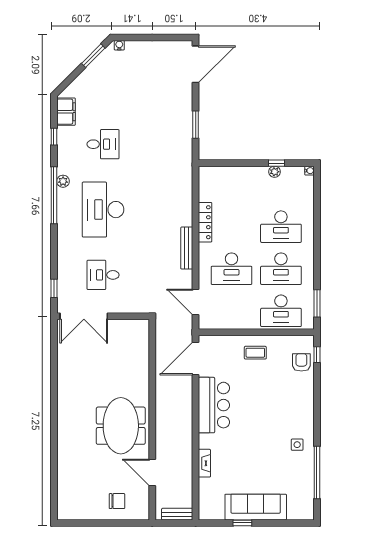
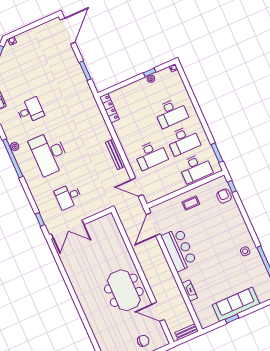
locker: (205, 222) -> (109, 108), moved

